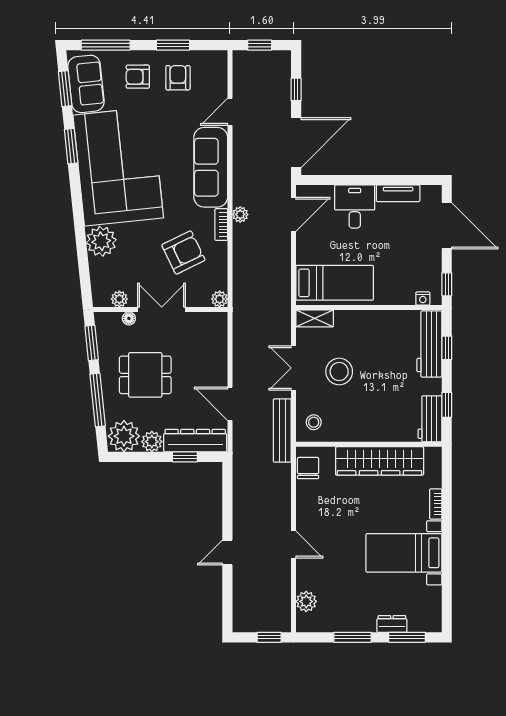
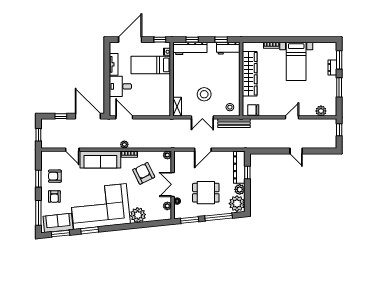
bed: (335, 283) -> (151, 65), moved, turned -90
dining table: (145, 375) -> (206, 193), turned 90
door: (230, 404) -> (203, 150), moved

